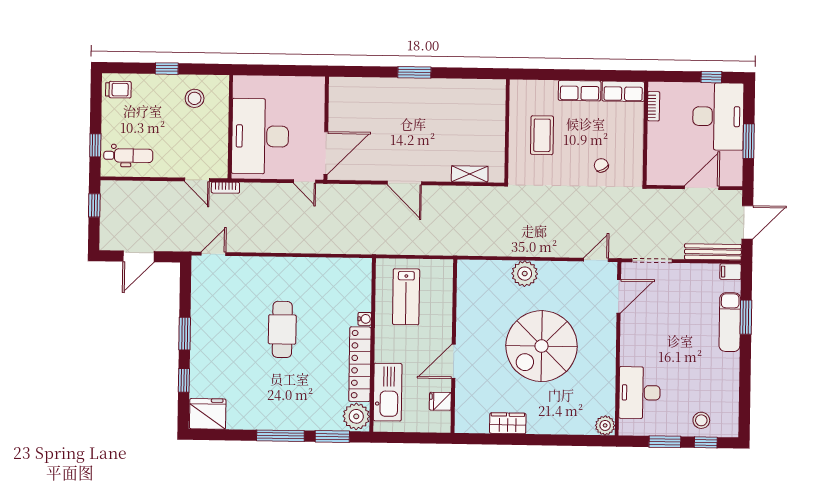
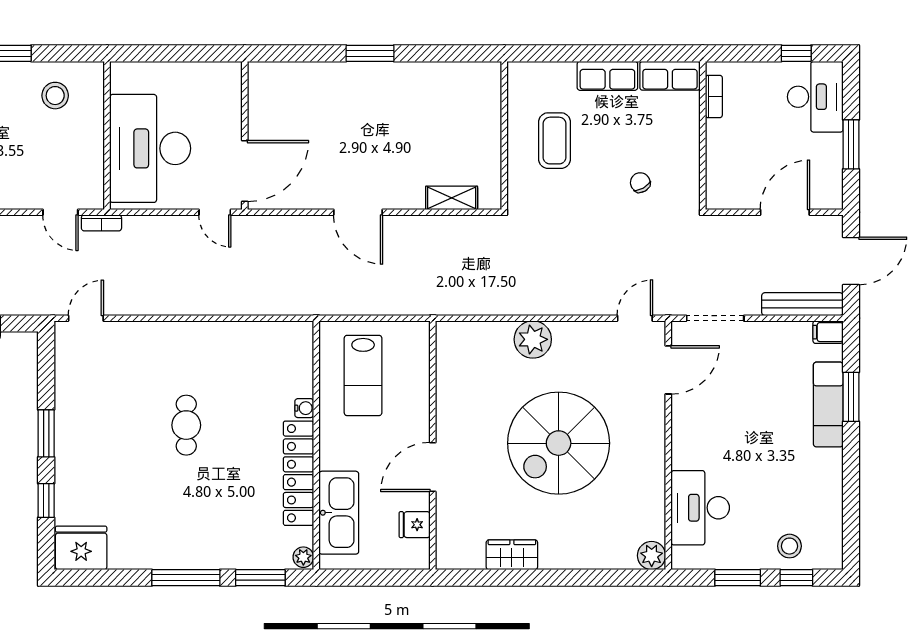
desk: (718, 116) -> (815, 97), width x0.73, depth x0.77
cafe table: (282, 329) -> (186, 425), width x0.73, depth x0.74
plant: (356, 416) -> (303, 557), width x0.53, depth x0.53

